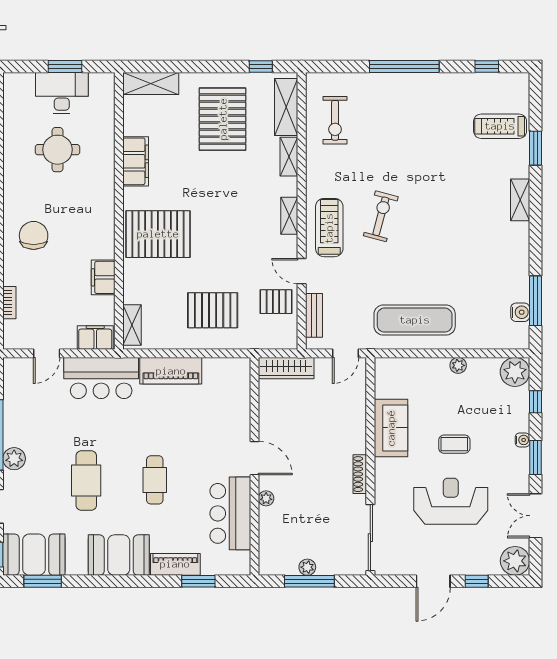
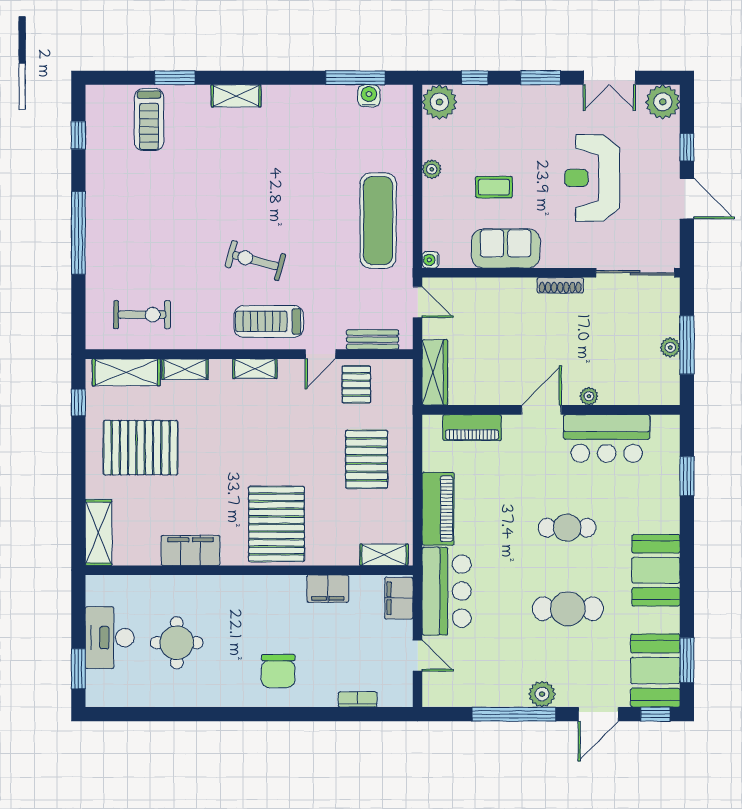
window: (65, 66) -> (78, 669), moved
chair: (34, 235) -> (278, 671), turned -90
water cooler: (522, 440) -> (431, 260), moved, turned -90
coffee table: (454, 444) -> (494, 187), moved, turned 90
piano: (175, 564) -> (472, 428), moved, turned -90

